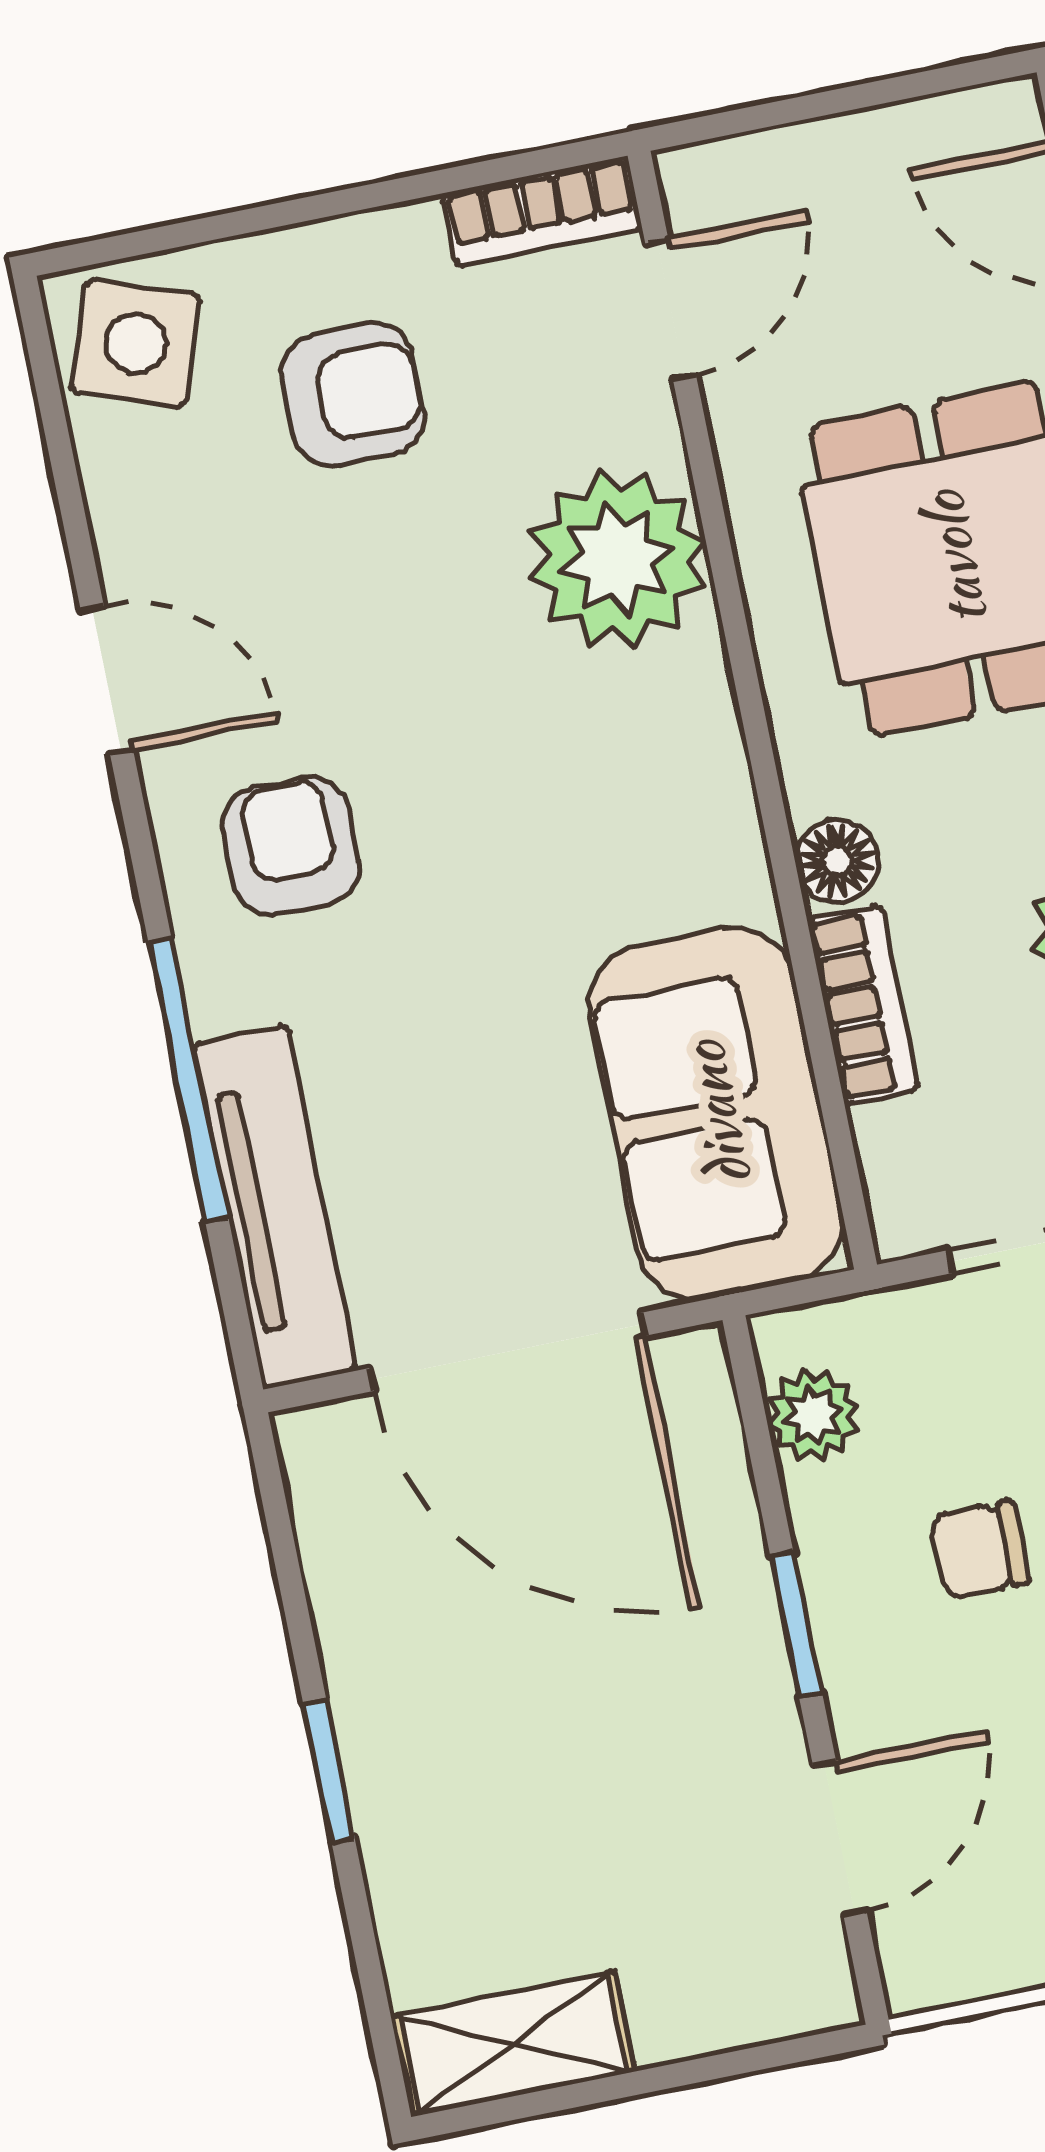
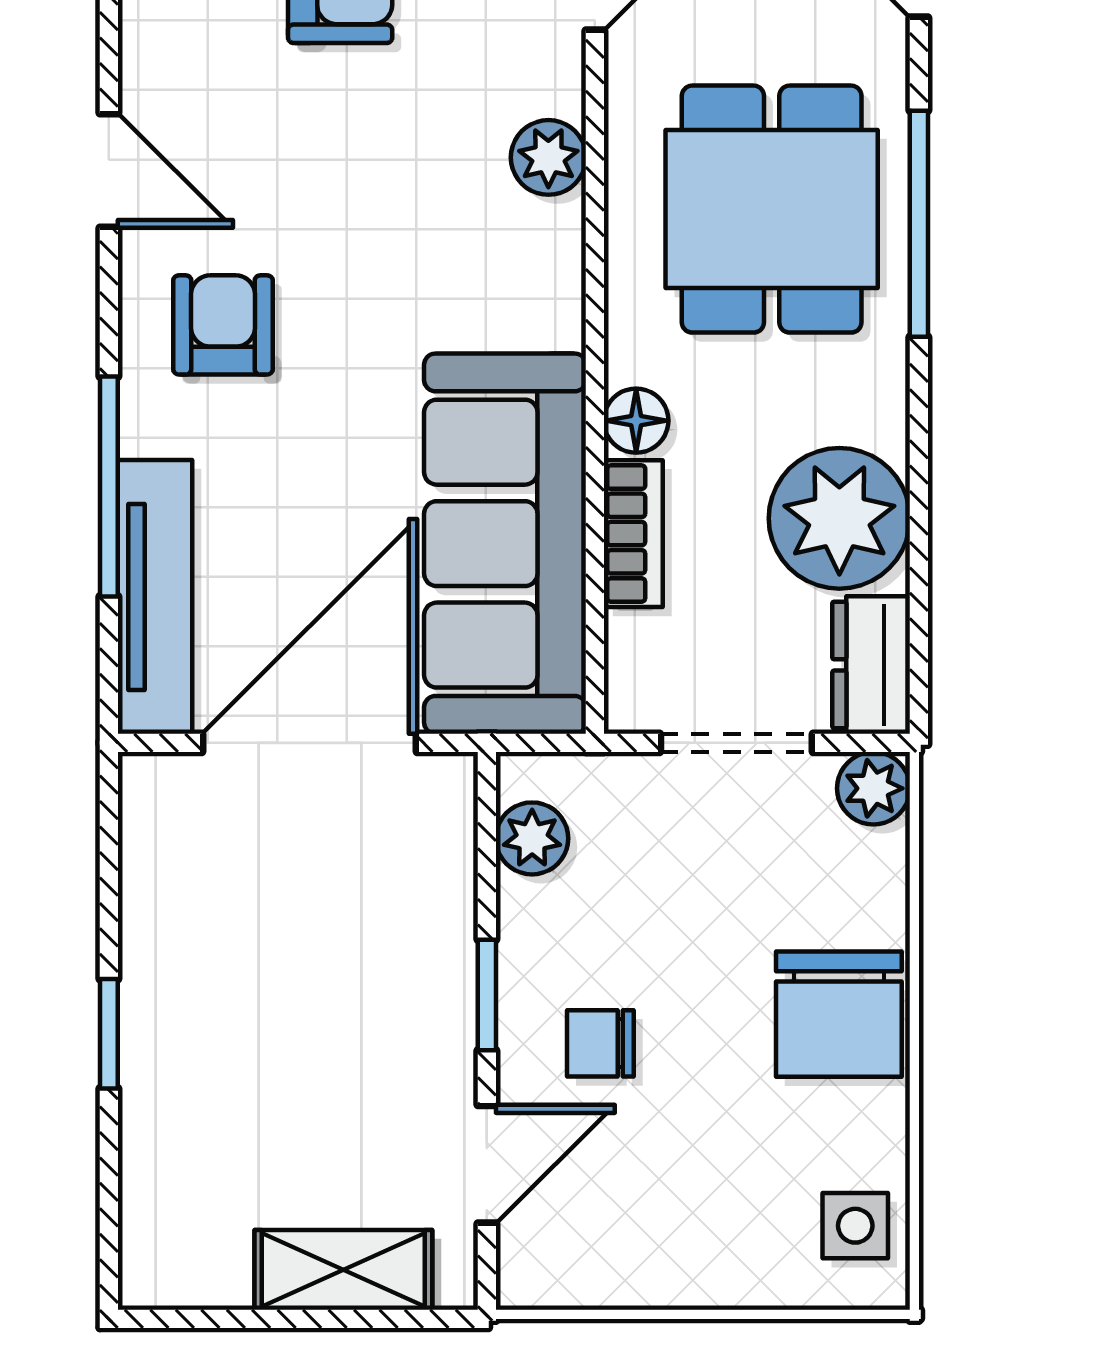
plant: (617, 559) -> (548, 157), width x0.53, depth x0.53
sofa: (716, 1114) -> (505, 544), width x1.36
door: (507, 1352) -> (309, 743), swing flipped
chair: (979, 1550) -> (600, 1043), moved
shelving: (513, 2044) -> (343, 1270), moved

